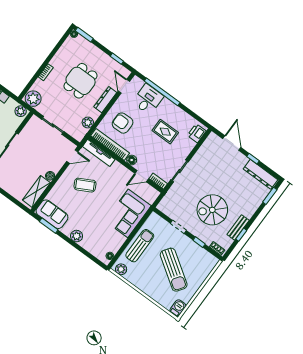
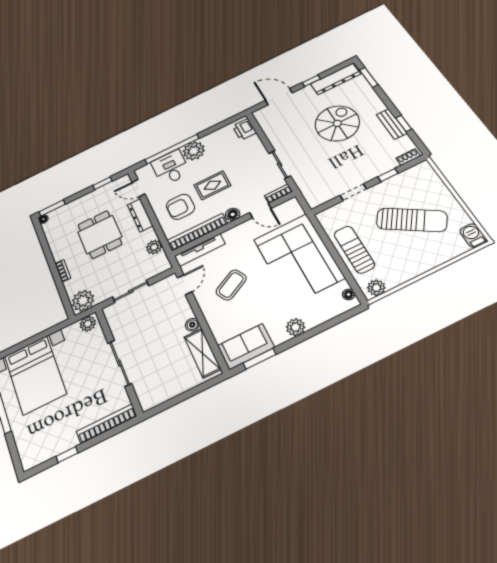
plant: (167, 108) -> (194, 151), added
rug: (165, 132) -> (212, 185), moved
door: (142, 176) -> (260, 211), hinge flipped
spiral stairs: (212, 210) -> (337, 123), moved, turned 180
corner sofa: (128, 213) -> (299, 259), width x1.36, depth x1.36

